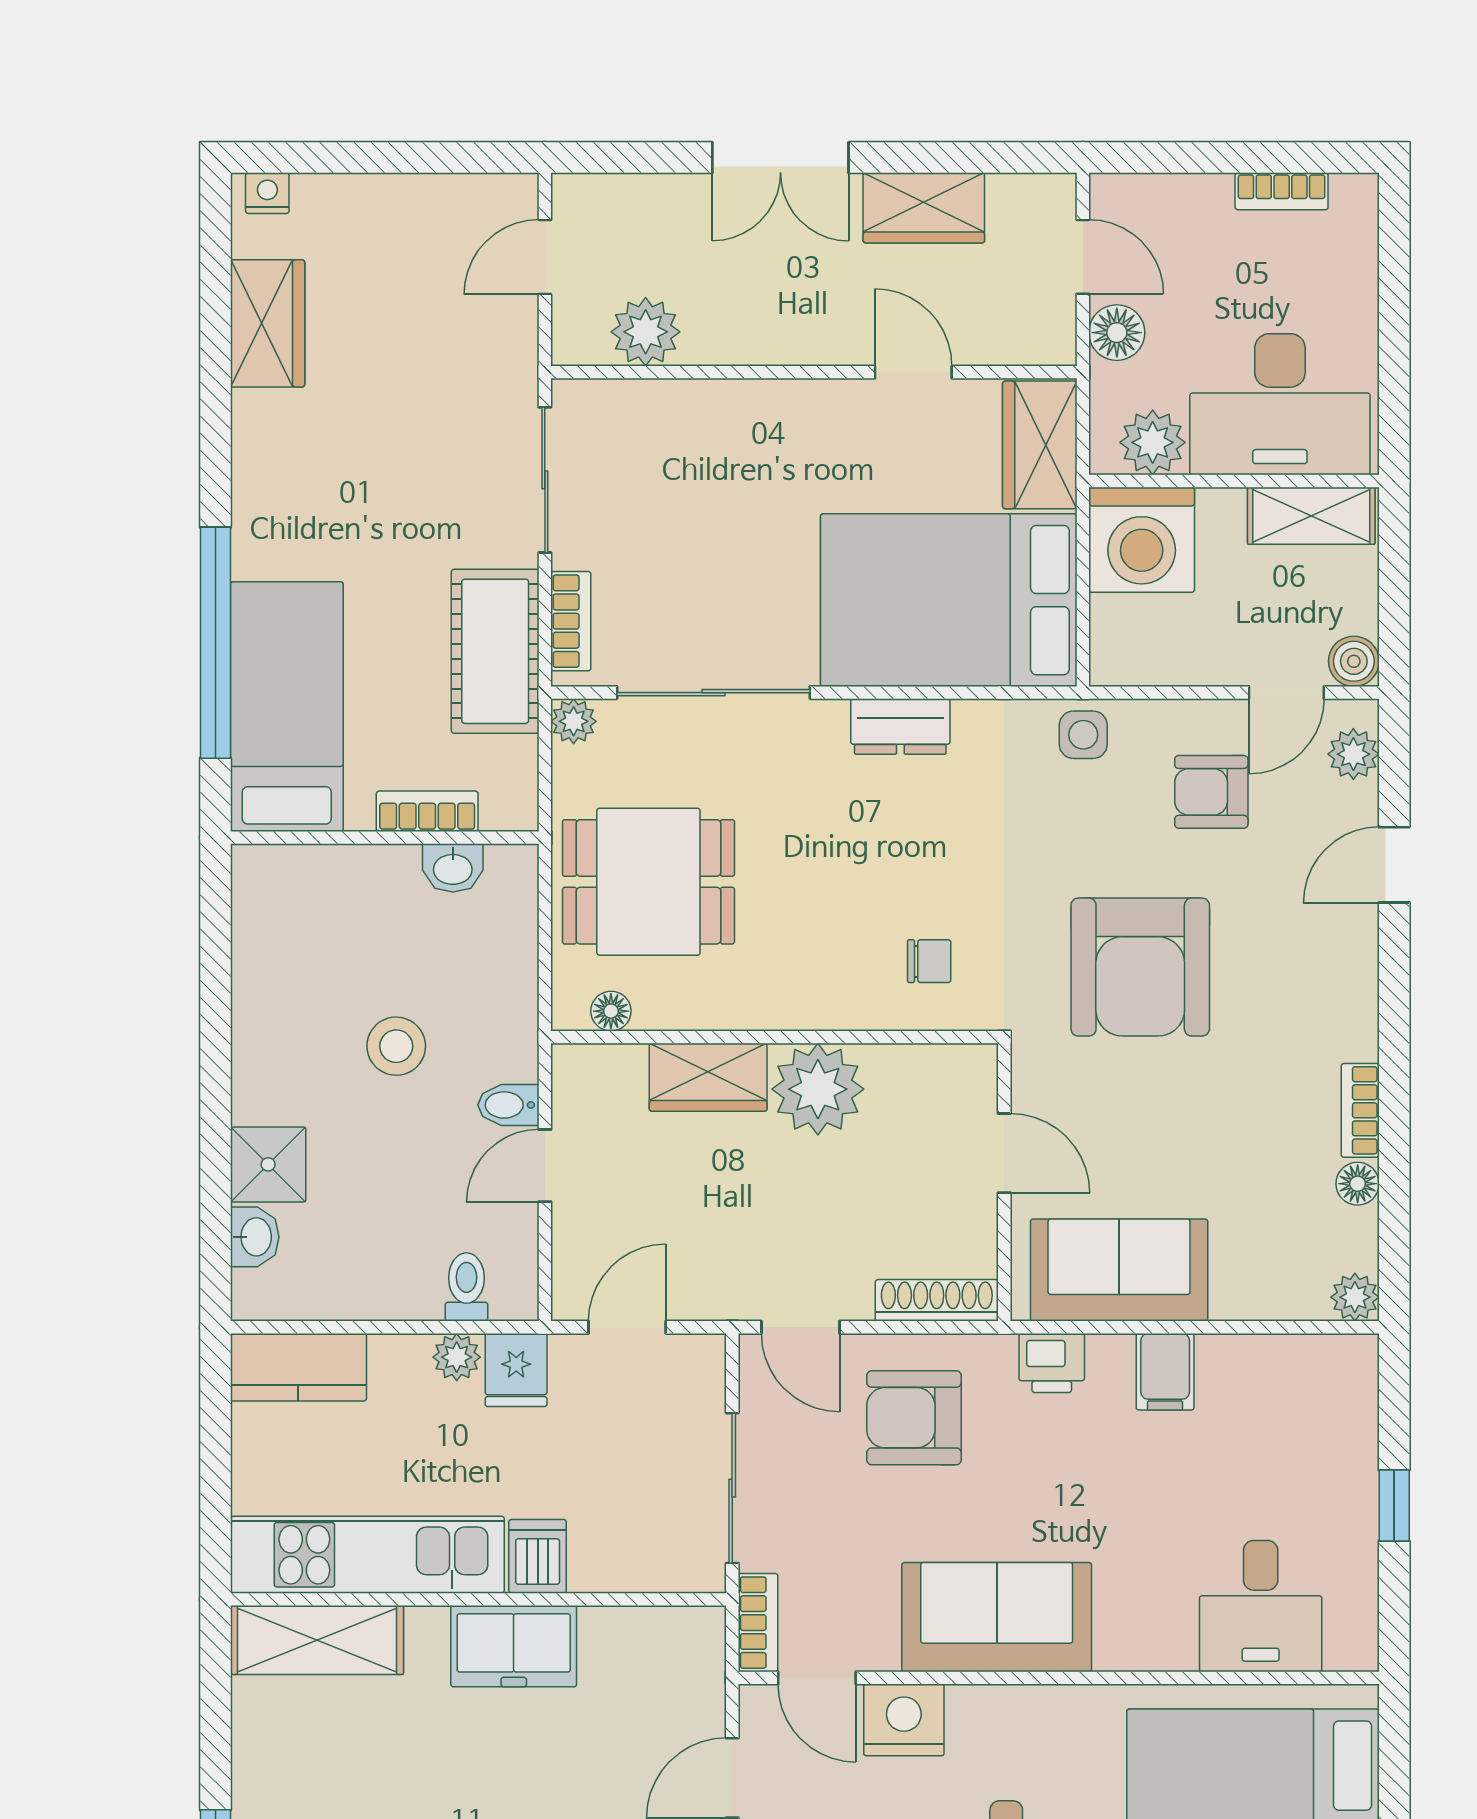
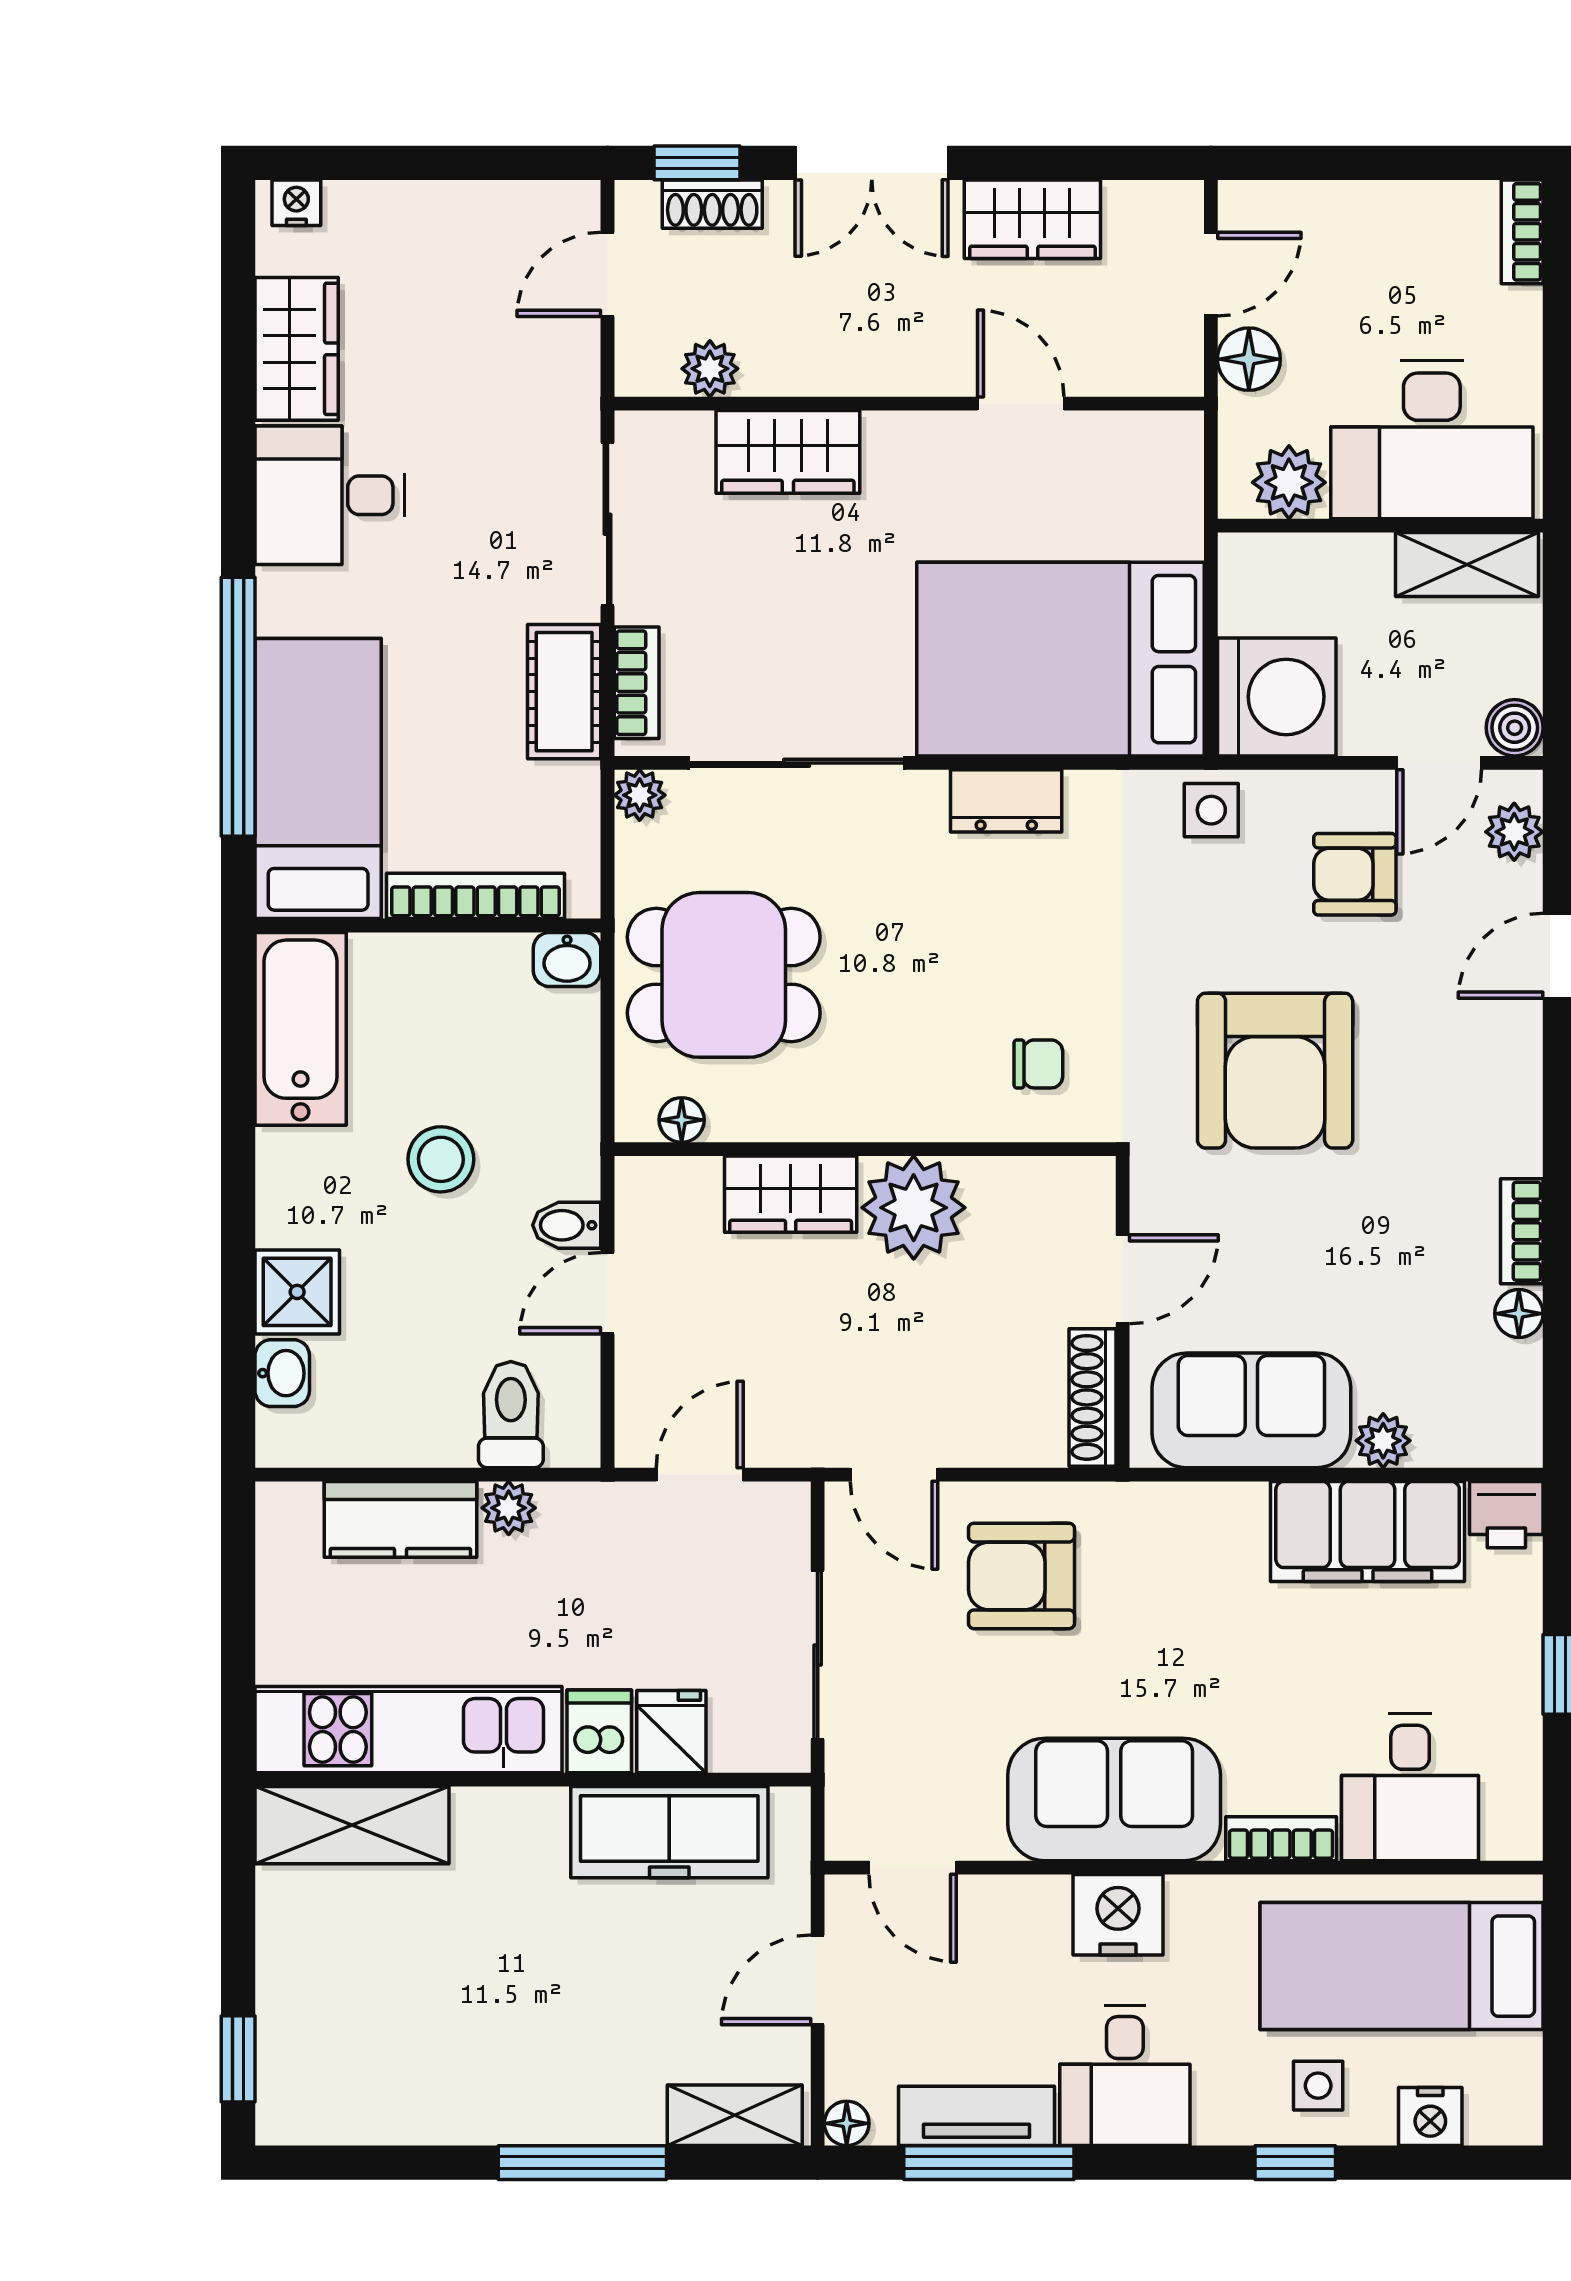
window: (625, 158) -> (697, 163), added
bookcase: (1282, 191) -> (1522, 232), moved, turned 90
shoe rack: (638, 194) -> (712, 204), added
door: (1083, 257) -> (1211, 274), hinge flipped
plant: (646, 332) -> (710, 369), width x0.73, depth x0.73
wardrobe: (1040, 445) -> (788, 452), moved, turned -90
desk: (297, 454) -> (330, 495), added
washing machine: (1142, 540) -> (1277, 697), moved, turned -90
cot: (495, 651) -> (564, 692), width x0.73, depth x0.75
bookcase: (427, 811) -> (476, 896), width x1.56
washbasin: (453, 868) -> (567, 959), moved
bathtub: (271, 930) -> (301, 1029), added
door: (1004, 1153) -> (1123, 1279), hinge flipped
toilet: (466, 1287) -> (511, 1415), width x1.37, depth x1.39
plant: (1355, 1297) -> (1383, 1441), moved
shoe rack: (937, 1300) -> (1092, 1397), moved, turned -90
printer: (1052, 1363) -> (1506, 1515), moved
kitchen counter: (298, 1367) -> (400, 1519), moved
fridge: (516, 1370) -> (671, 1732), moved, turned 180
filing cabinet: (1165, 1372) -> (1368, 1532), width x3.00, depth x1.17
bookcase: (758, 1623) -> (1281, 1839), moved, turned -90
freezer: (514, 1646) -> (669, 1832), moved, width x1.40
nightstand: (904, 1720) -> (1118, 1915), moved

